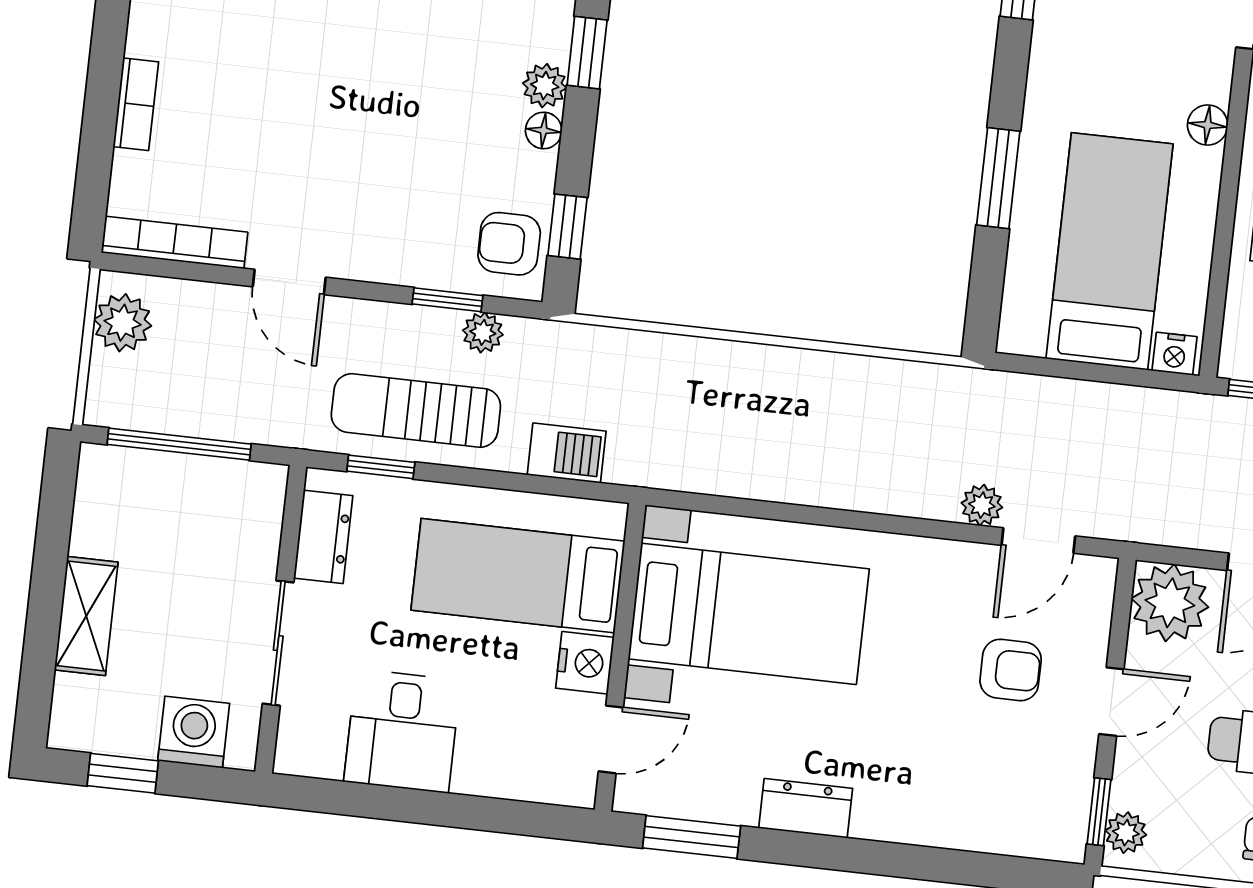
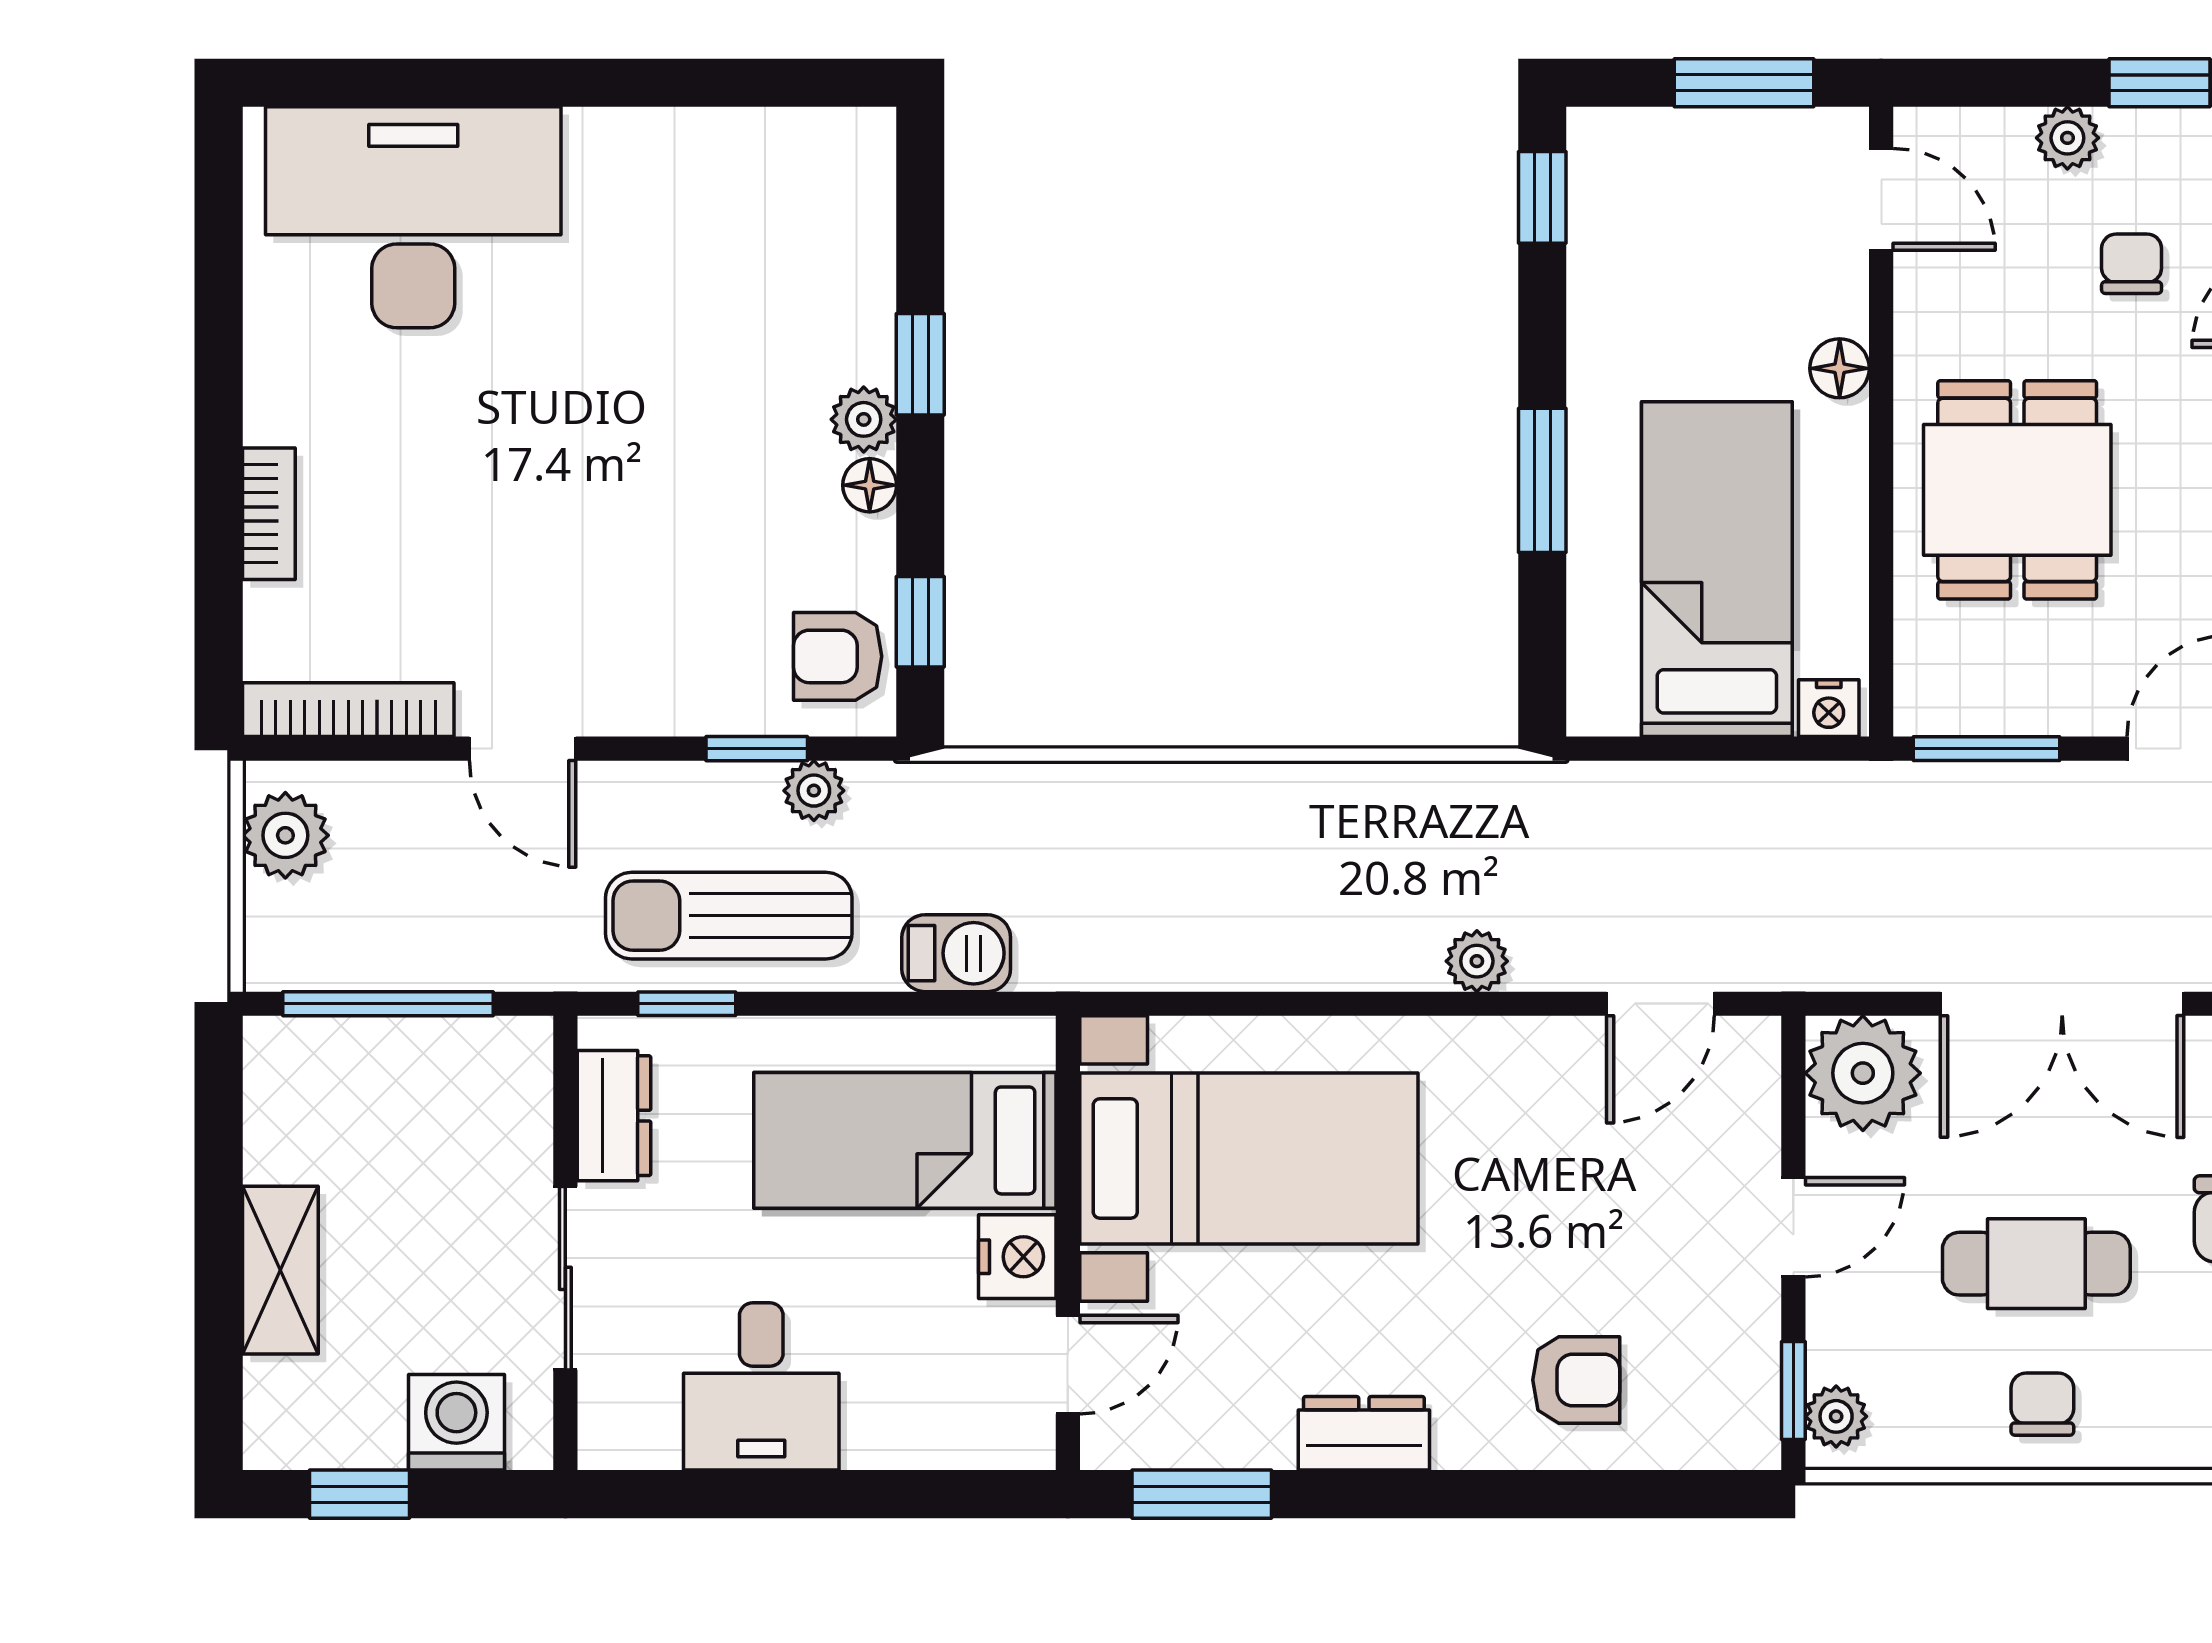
plant: (982, 505) -> (1477, 961), moved
armchair: (1011, 670) -> (1576, 1380), moved

